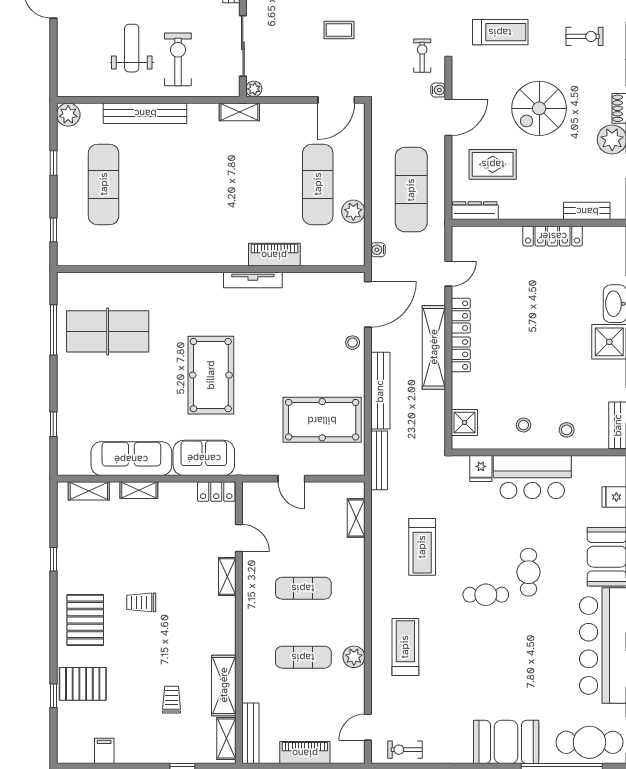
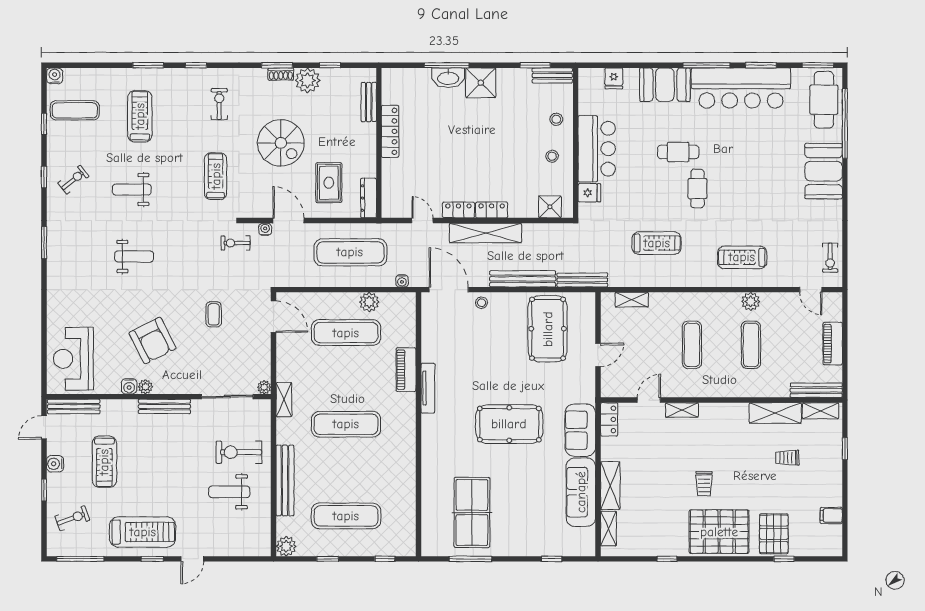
exercise mat: (211, 184) -> (346, 424), added
shelving: (139, 490) -> (610, 486), width x1.50, depth x1.33
pallet: (85, 620) -> (719, 532), width x1.37, depth x1.41

